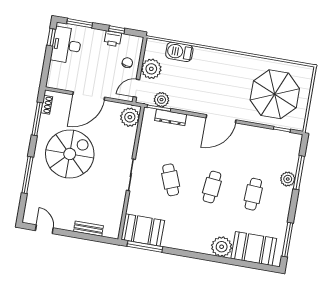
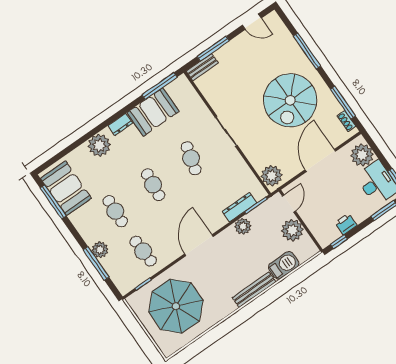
window: (117, 30) -> (339, 242), moved
bench: (214, 55) -> (254, 290), added
chair: (127, 63) -> (316, 216), removed
plant: (58, 73) -> (362, 155), added
plant: (161, 100) -> (243, 226), moved
cafe table: (261, 151) -> (143, 251), added
cafe table: (171, 180) -> (191, 158), turned 36
bench: (88, 229) -> (202, 67), moved
booth: (143, 230) -> (153, 112), moved
window: (86, 236) -> (213, 49), added
dresser: (195, 247) -> (120, 124), added
booth: (254, 249) -> (66, 188), moved, turned 90

